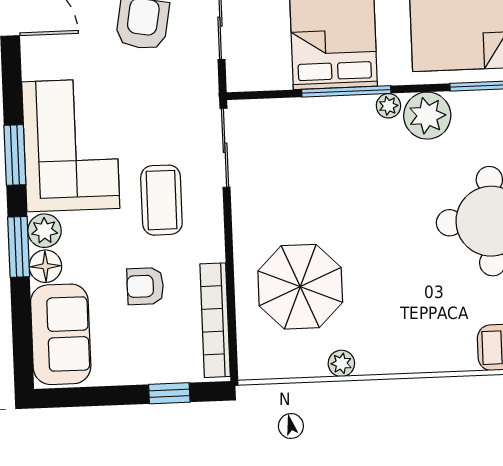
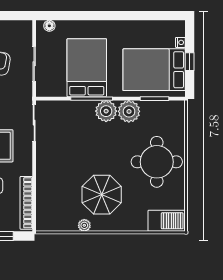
plant: (388, 106) -> (106, 111), width x1.88, depth x1.88
parasol: (300, 287) -> (102, 195), moved

